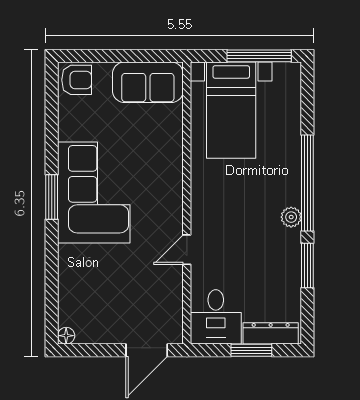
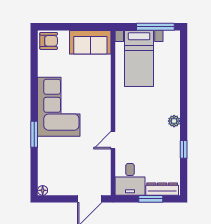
window: (307, 183) -> (184, 101), removed
window: (52, 197) -> (34, 134), moved
window: (307, 265) -> (184, 149), width x0.67

